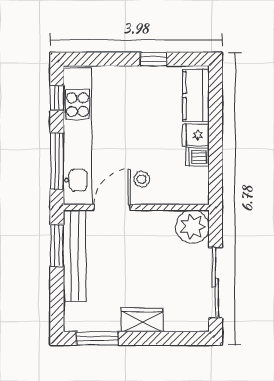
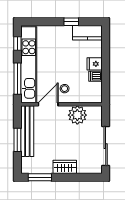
kitchen counter: (196, 96) -> (87, 33), moved, turned -90
plant: (192, 227) -> (77, 115), moved
window: (57, 245) -> (17, 140), moved

